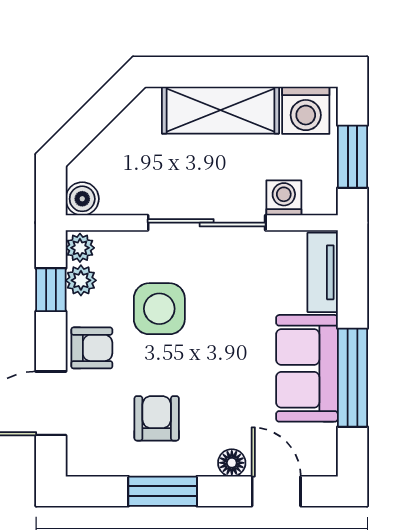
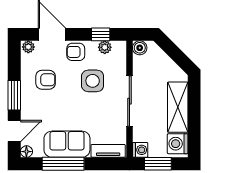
washing machine: (284, 198) -> (140, 150), moved
plant: (80, 248) -> (28, 47), moved
armchair: (92, 348) -> (76, 52), turned 90
floor lamp: (232, 463) -> (26, 152), moved
window: (163, 491) -> (14, 95), moved

